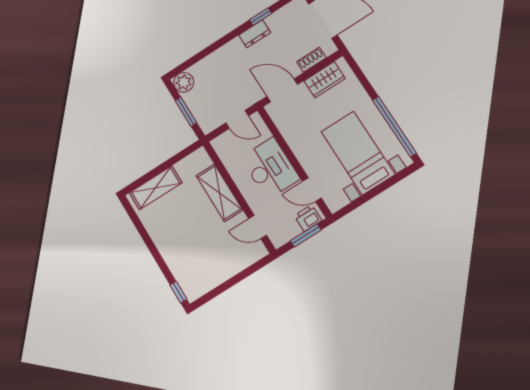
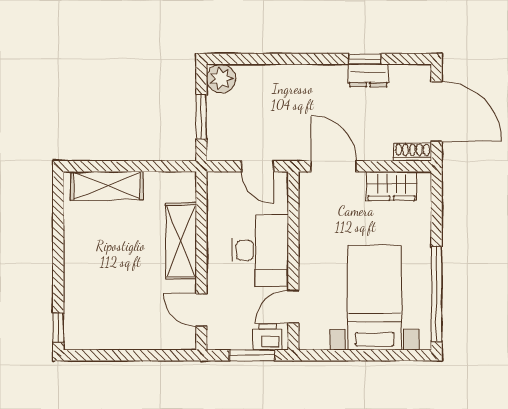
dresser: (255, 34) -> (368, 75), moved
shoe rack: (311, 60) -> (412, 152), moved
door: (312, 190) -> (293, 307), hinge flipped

